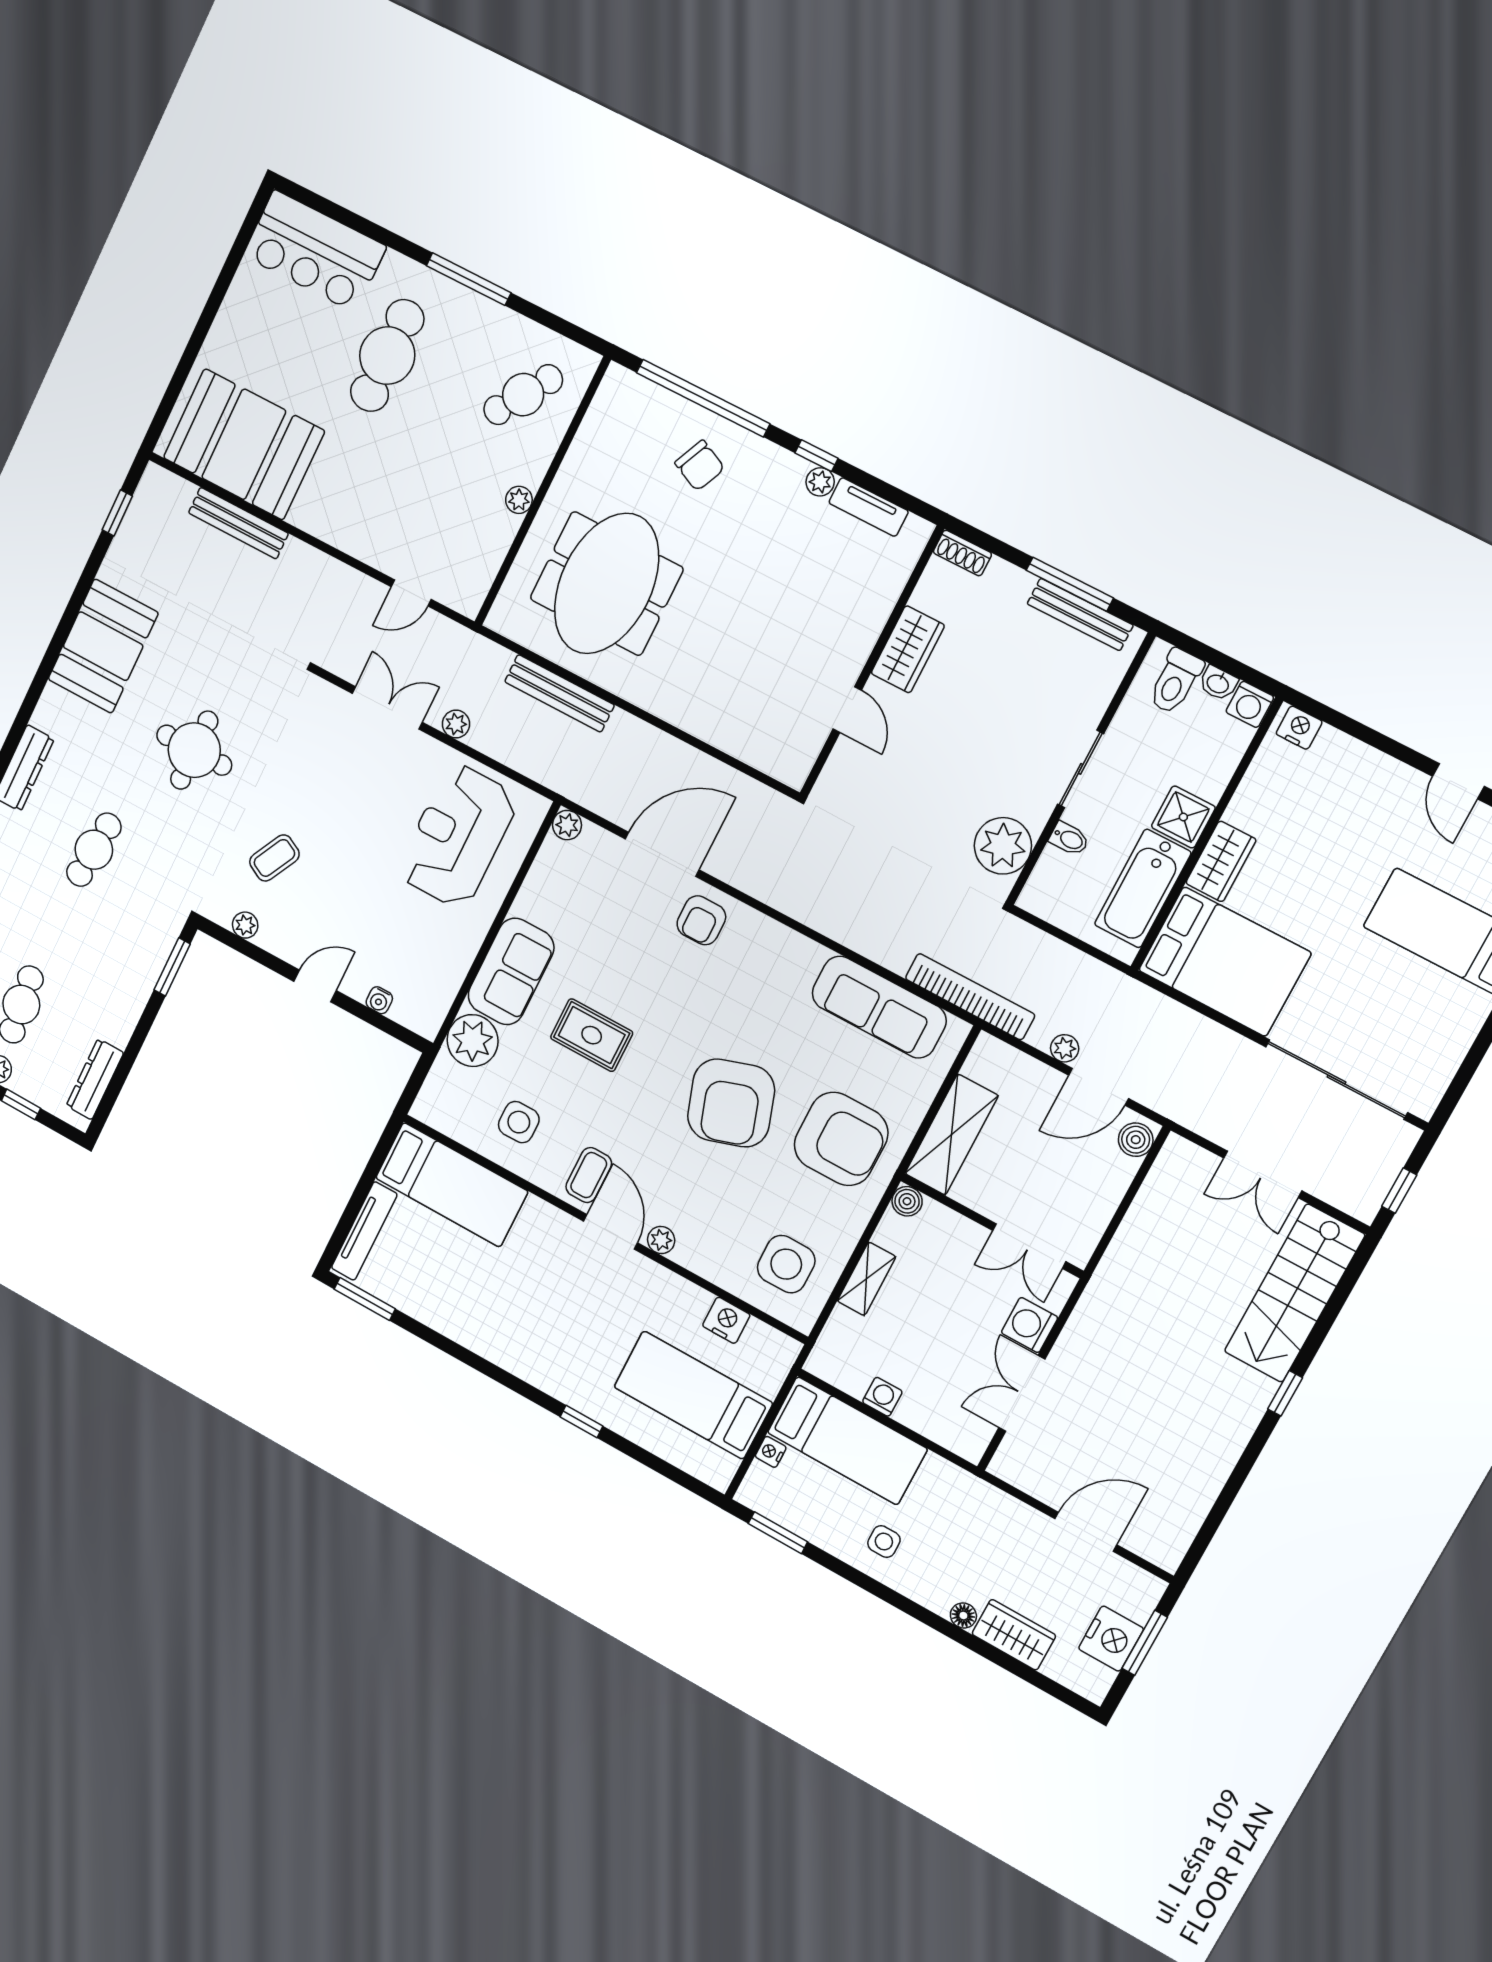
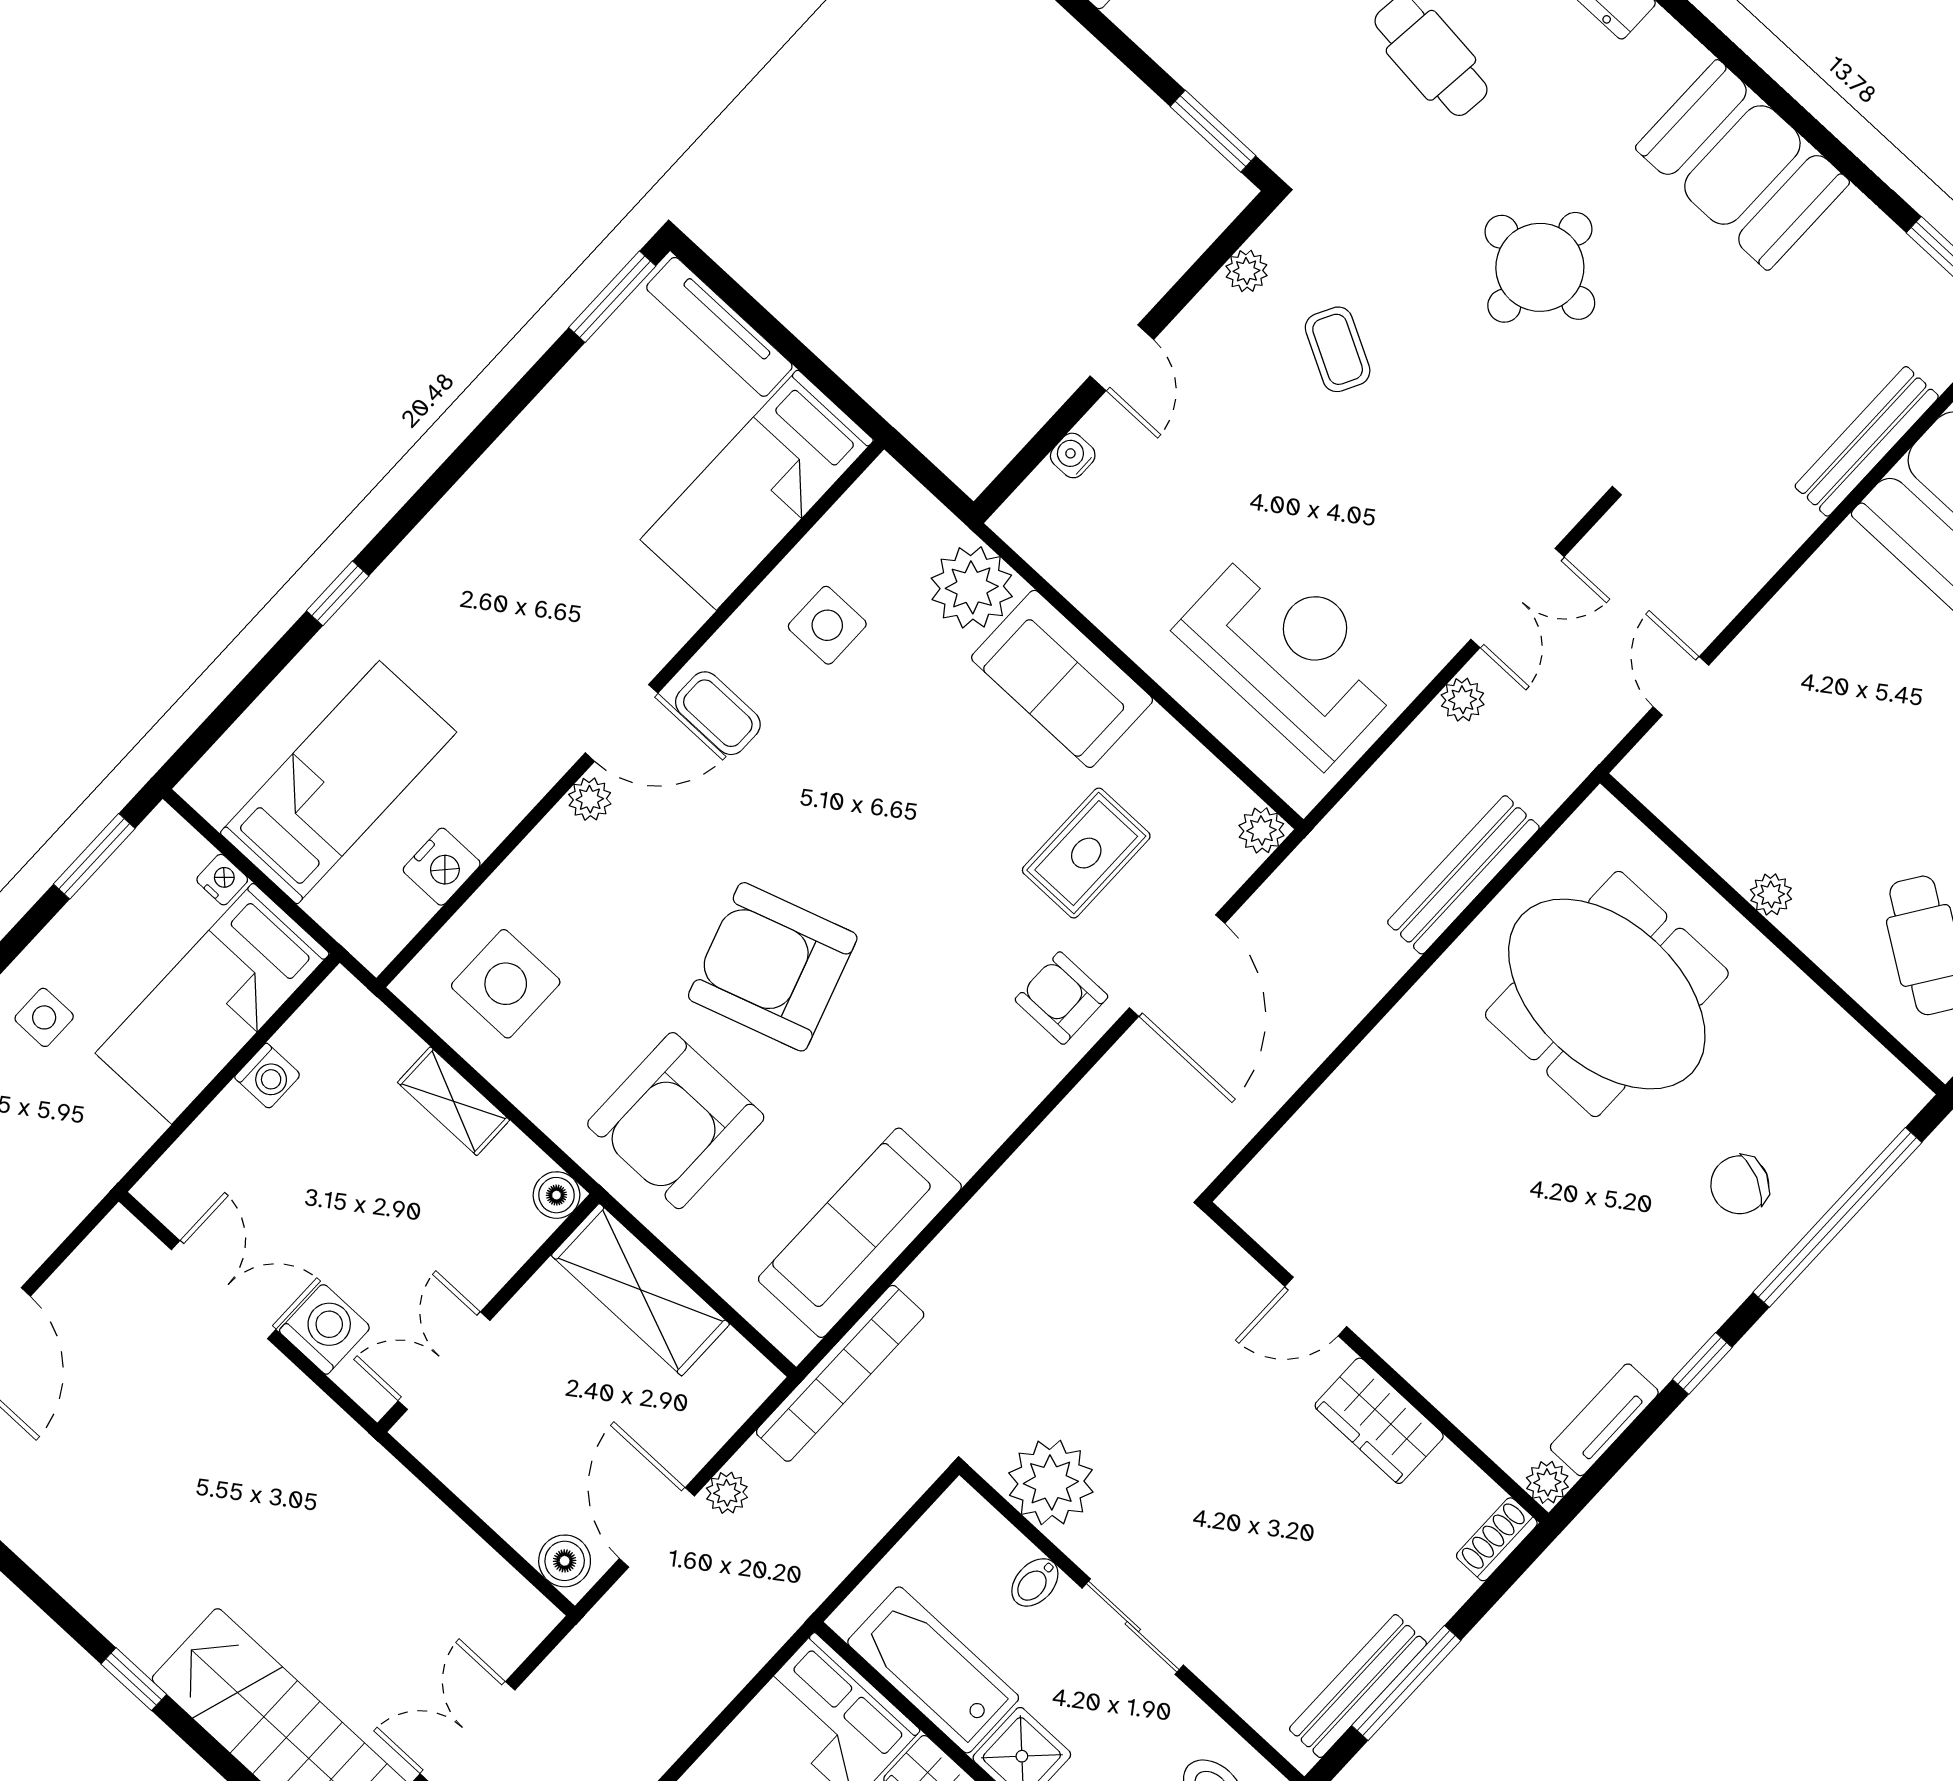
plant: (820, 482) -> (1547, 1482), moved
rug: (592, 1035) -> (1086, 853), moved

